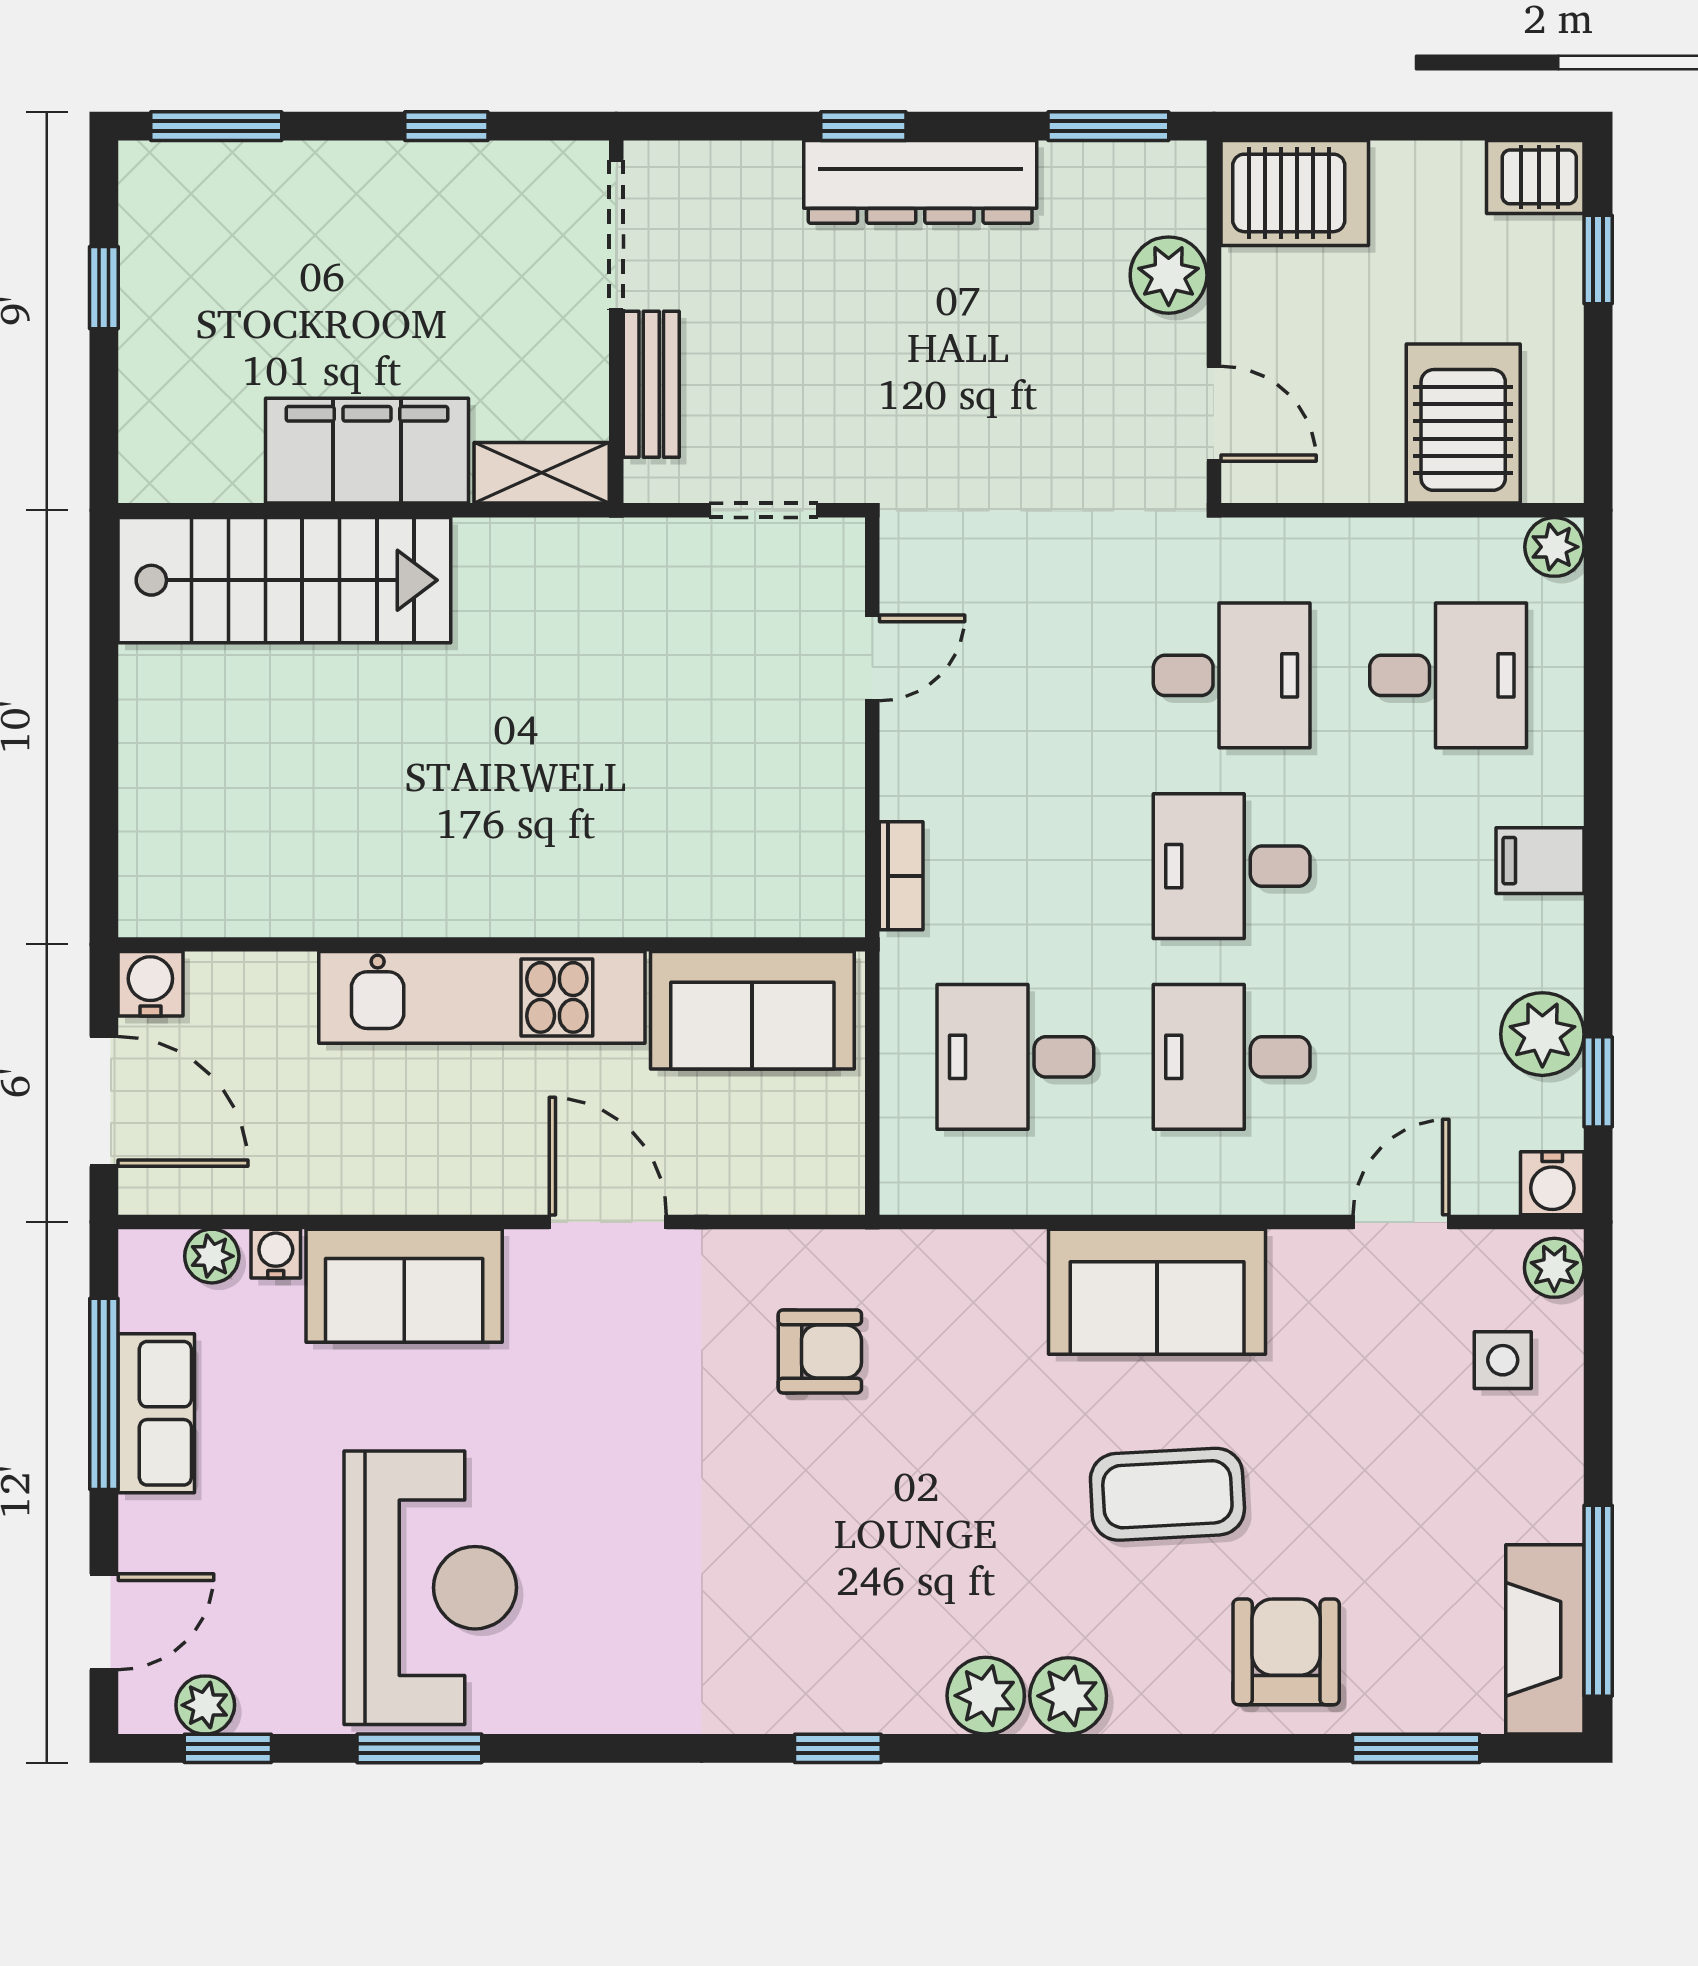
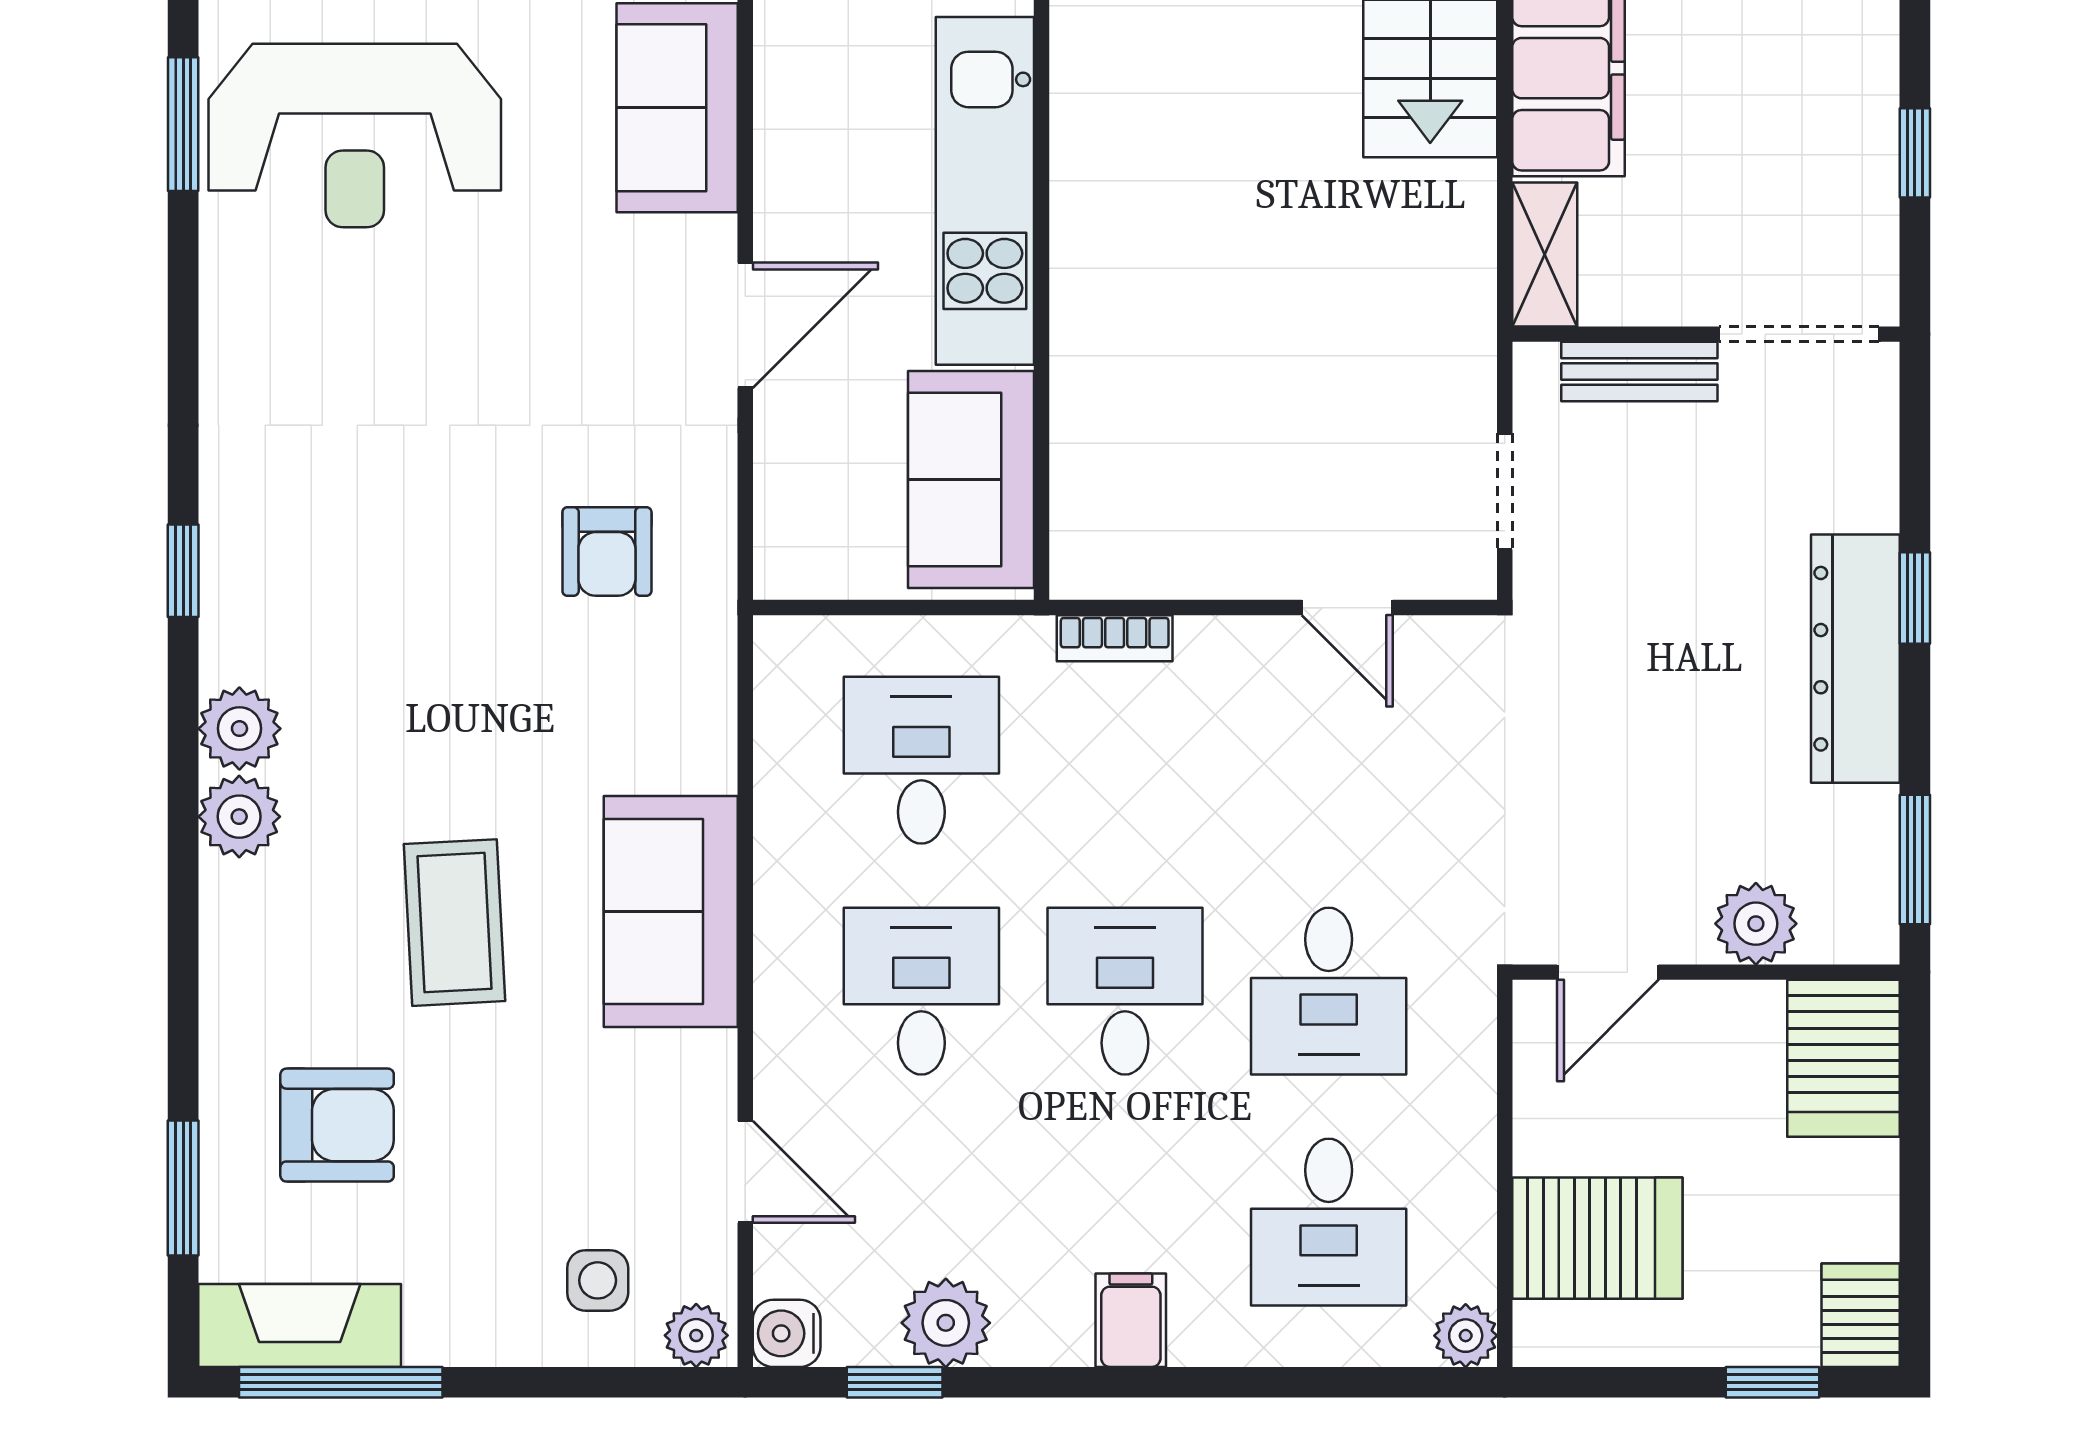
armchair: (1286, 1652) -> (337, 1125), moved

